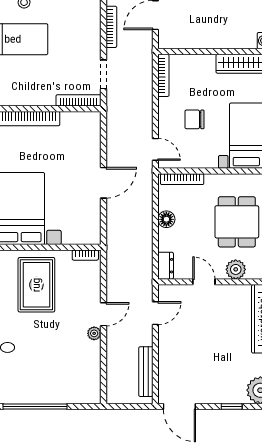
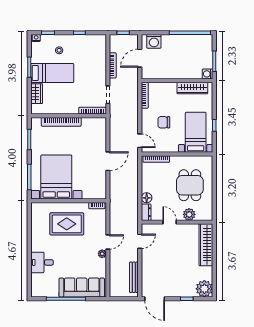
floor lamp: (166, 219) -> (147, 198), moved
rug: (36, 285) -> (67, 224), turned 90
sofa: (61, 388) -> (82, 288), added

